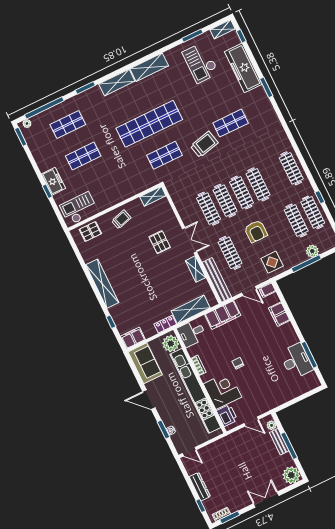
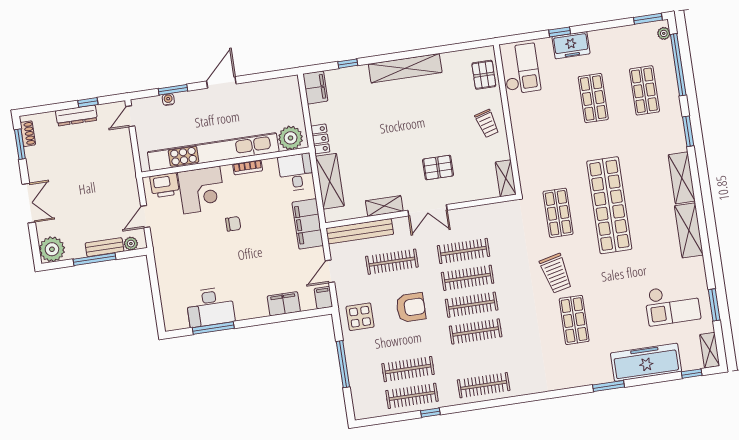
checkout: (201, 63) -> (673, 305), turned 180
armchair: (256, 231) -> (411, 307), turned 180
plant: (312, 251) -> (358, 378), removed
sofa: (145, 363) -> (274, 93), removed
window: (201, 506) -> (88, 102), moved

